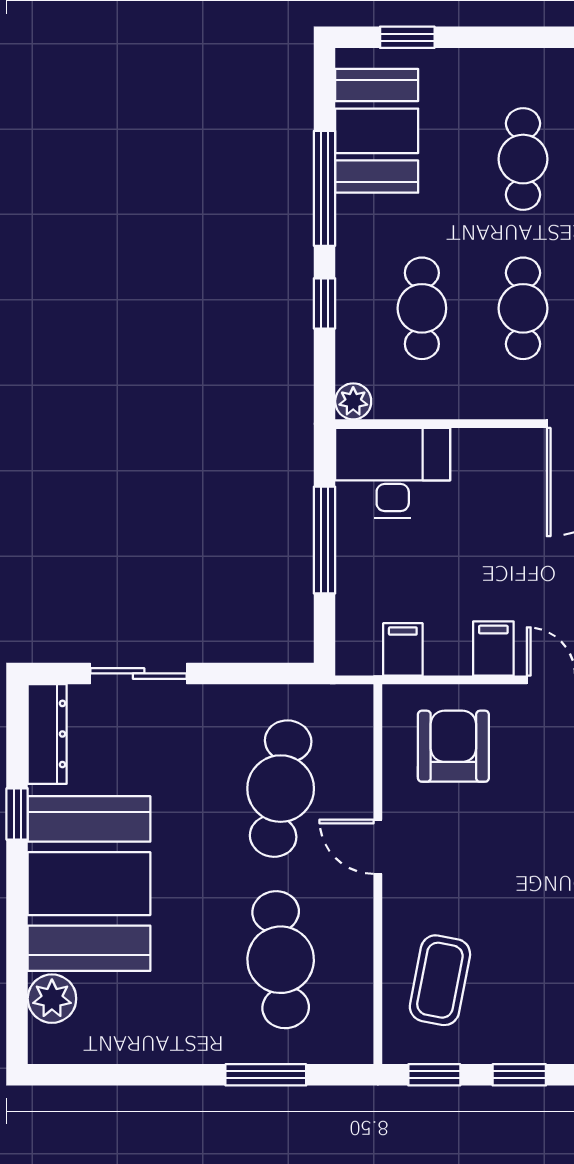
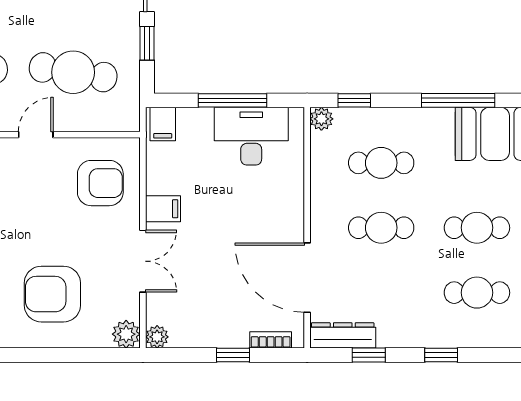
window: (324, 303) -> (354, 100), moved
desk: (393, 473) -> (251, 136), moved, turned -90
filing cabinet: (403, 649) -> (163, 124), moved, turned 90
window: (235, 673) -> (147, 43), added

